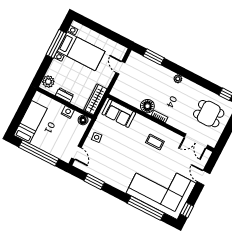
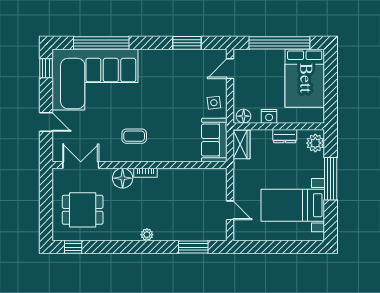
window: (56, 44) -> (331, 179), moved
wardrobe: (95, 99) -> (241, 145), width x0.67
floor lamp: (147, 106) -> (123, 178), moved
sofa: (119, 113) -> (214, 140), moved, turned -90
bed: (31, 122) -> (305, 78), width x1.50
door: (76, 153) -> (230, 69), hinge flipped

